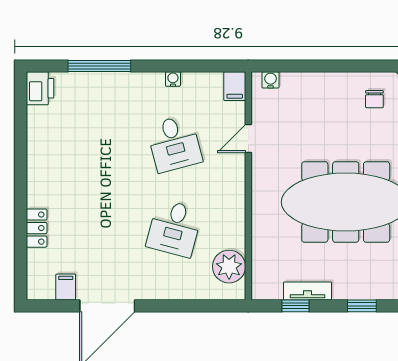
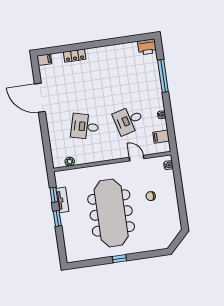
filing cabinet: (235, 86) -> (161, 137), moved
chair: (374, 99) -> (151, 196), moved
plant: (229, 267) -> (70, 162), width x0.53, depth x0.53
filing cabinet: (66, 287) -> (44, 60), moved
window: (362, 306) -> (57, 218), moved

